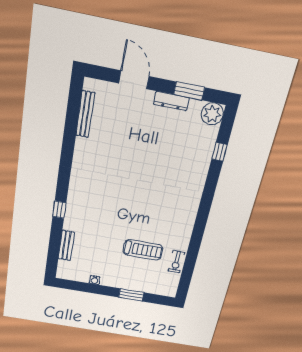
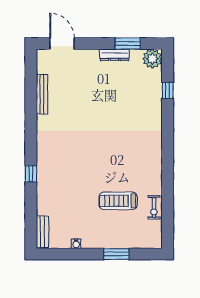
door: (134, 80) -> (62, 44), moved
bench: (85, 114) -> (42, 94), moved
bench: (66, 246) -> (42, 232), moved
treadmill: (143, 250) -> (118, 201), turned 180

